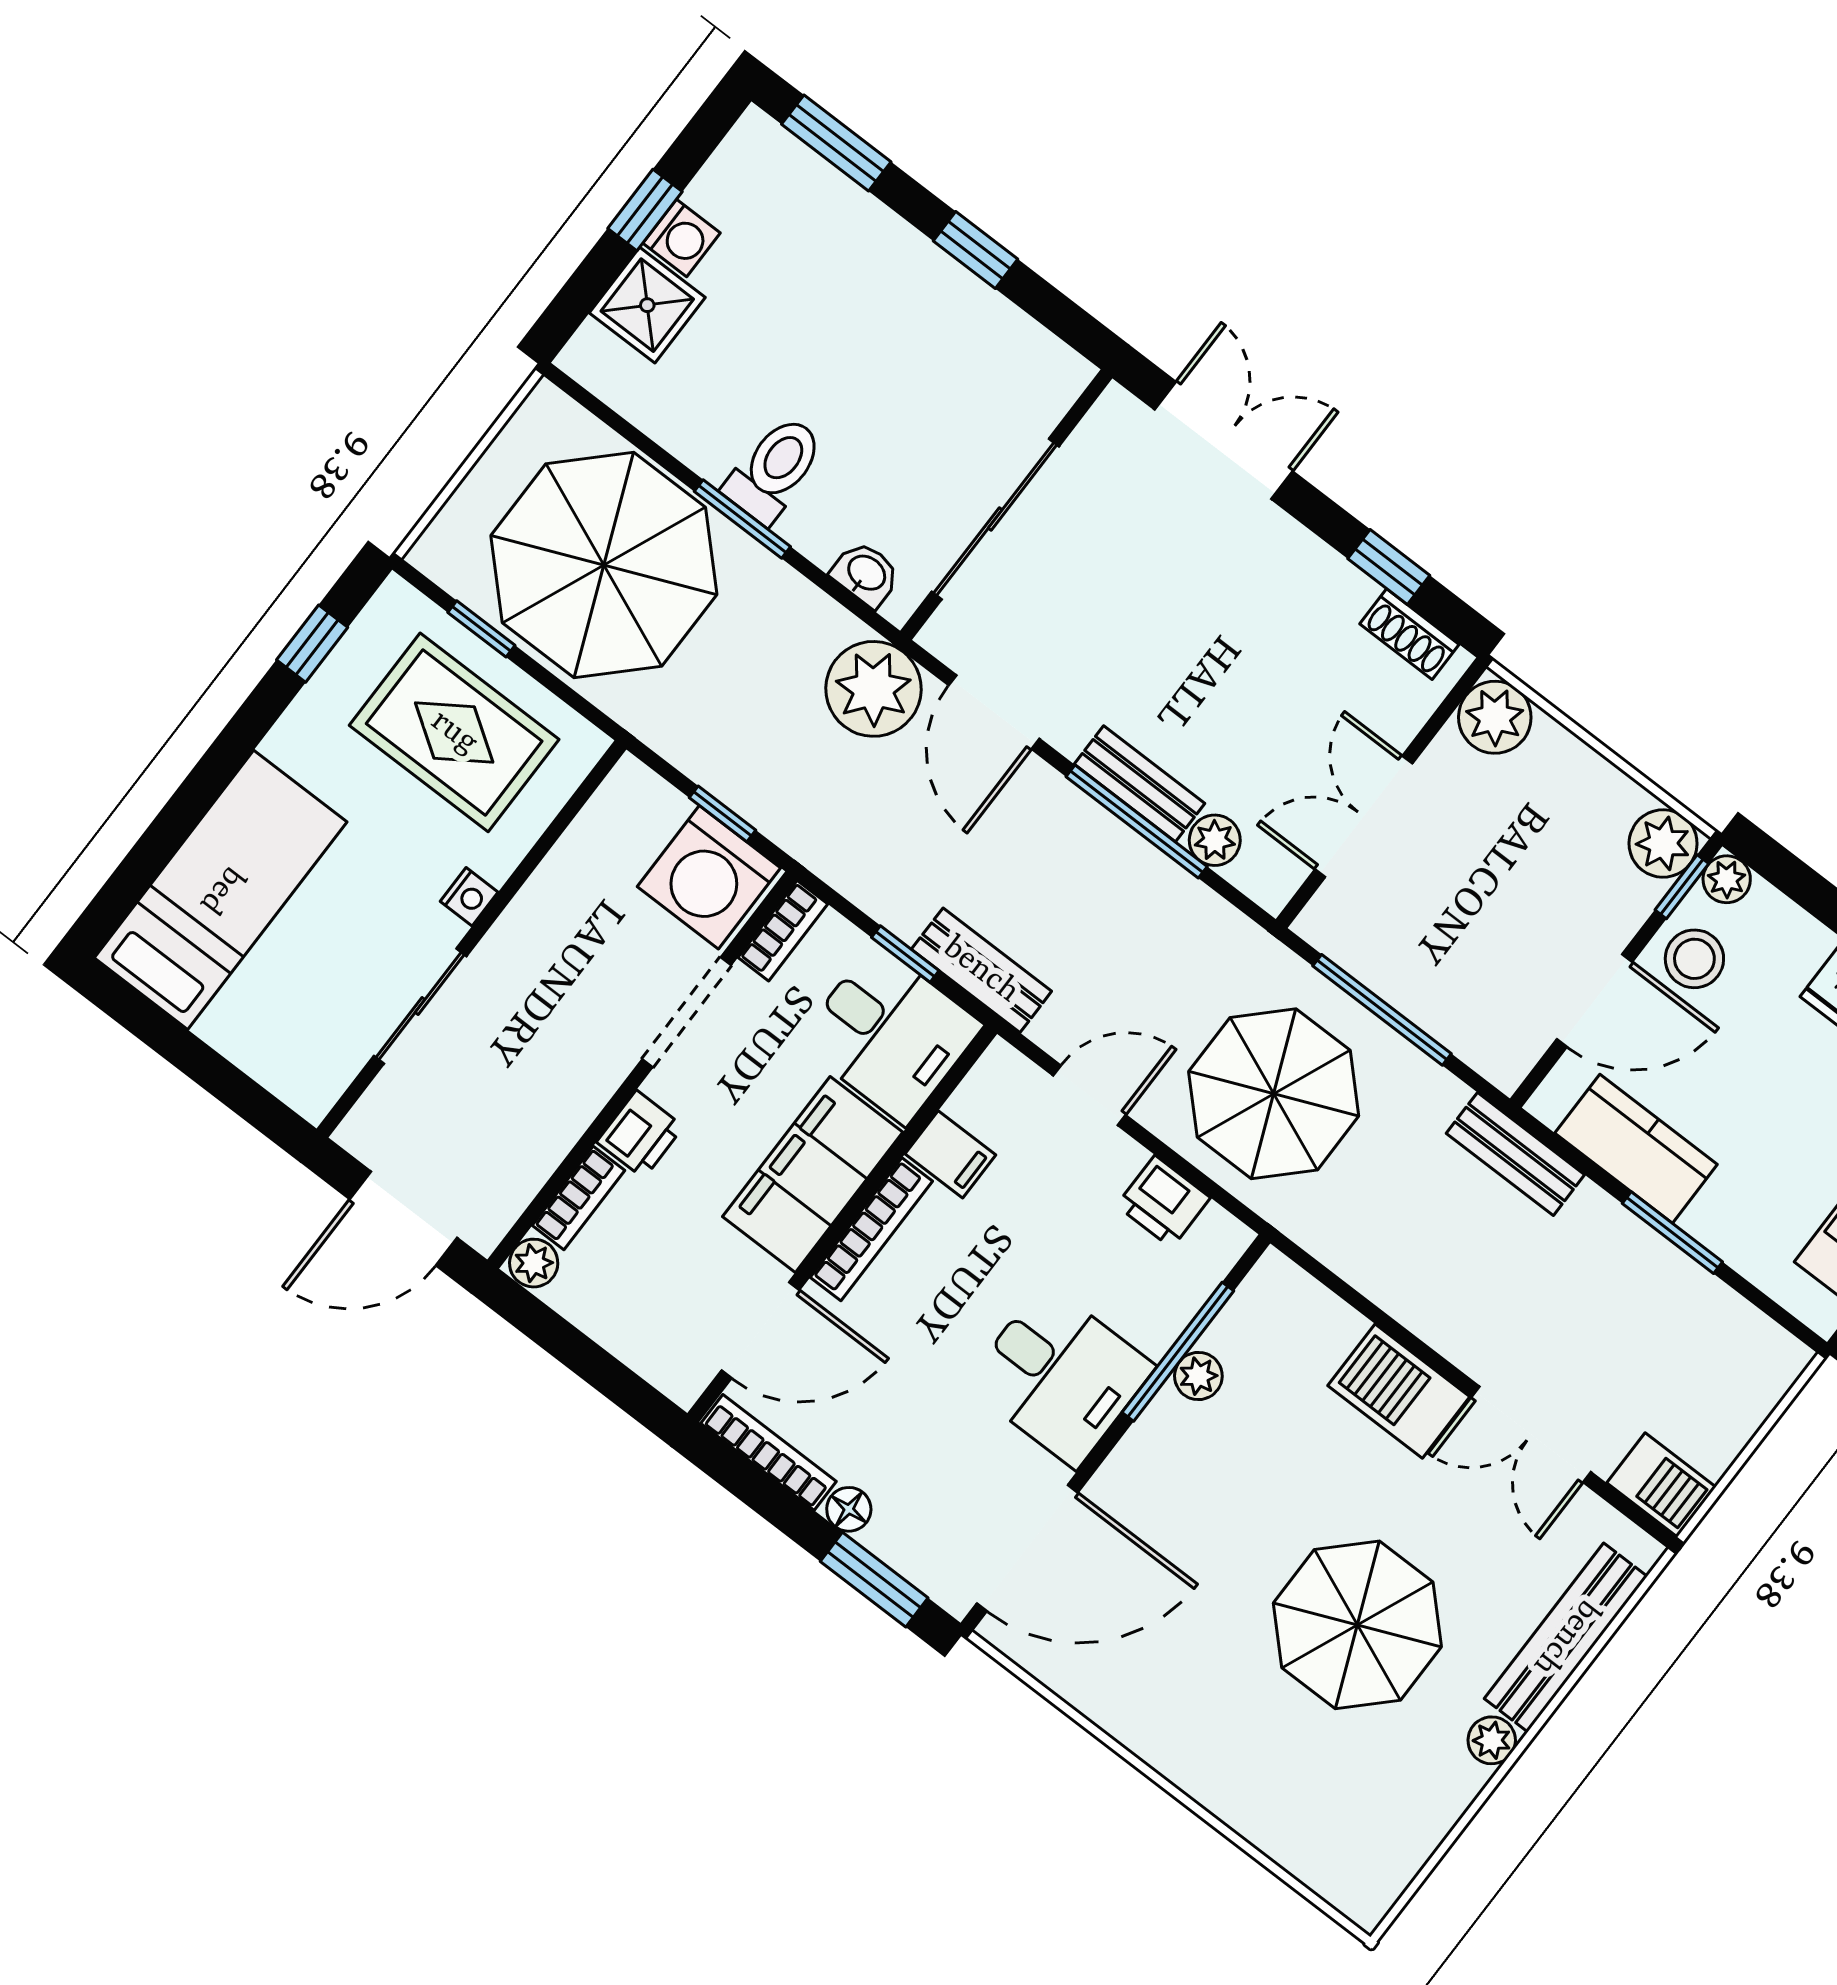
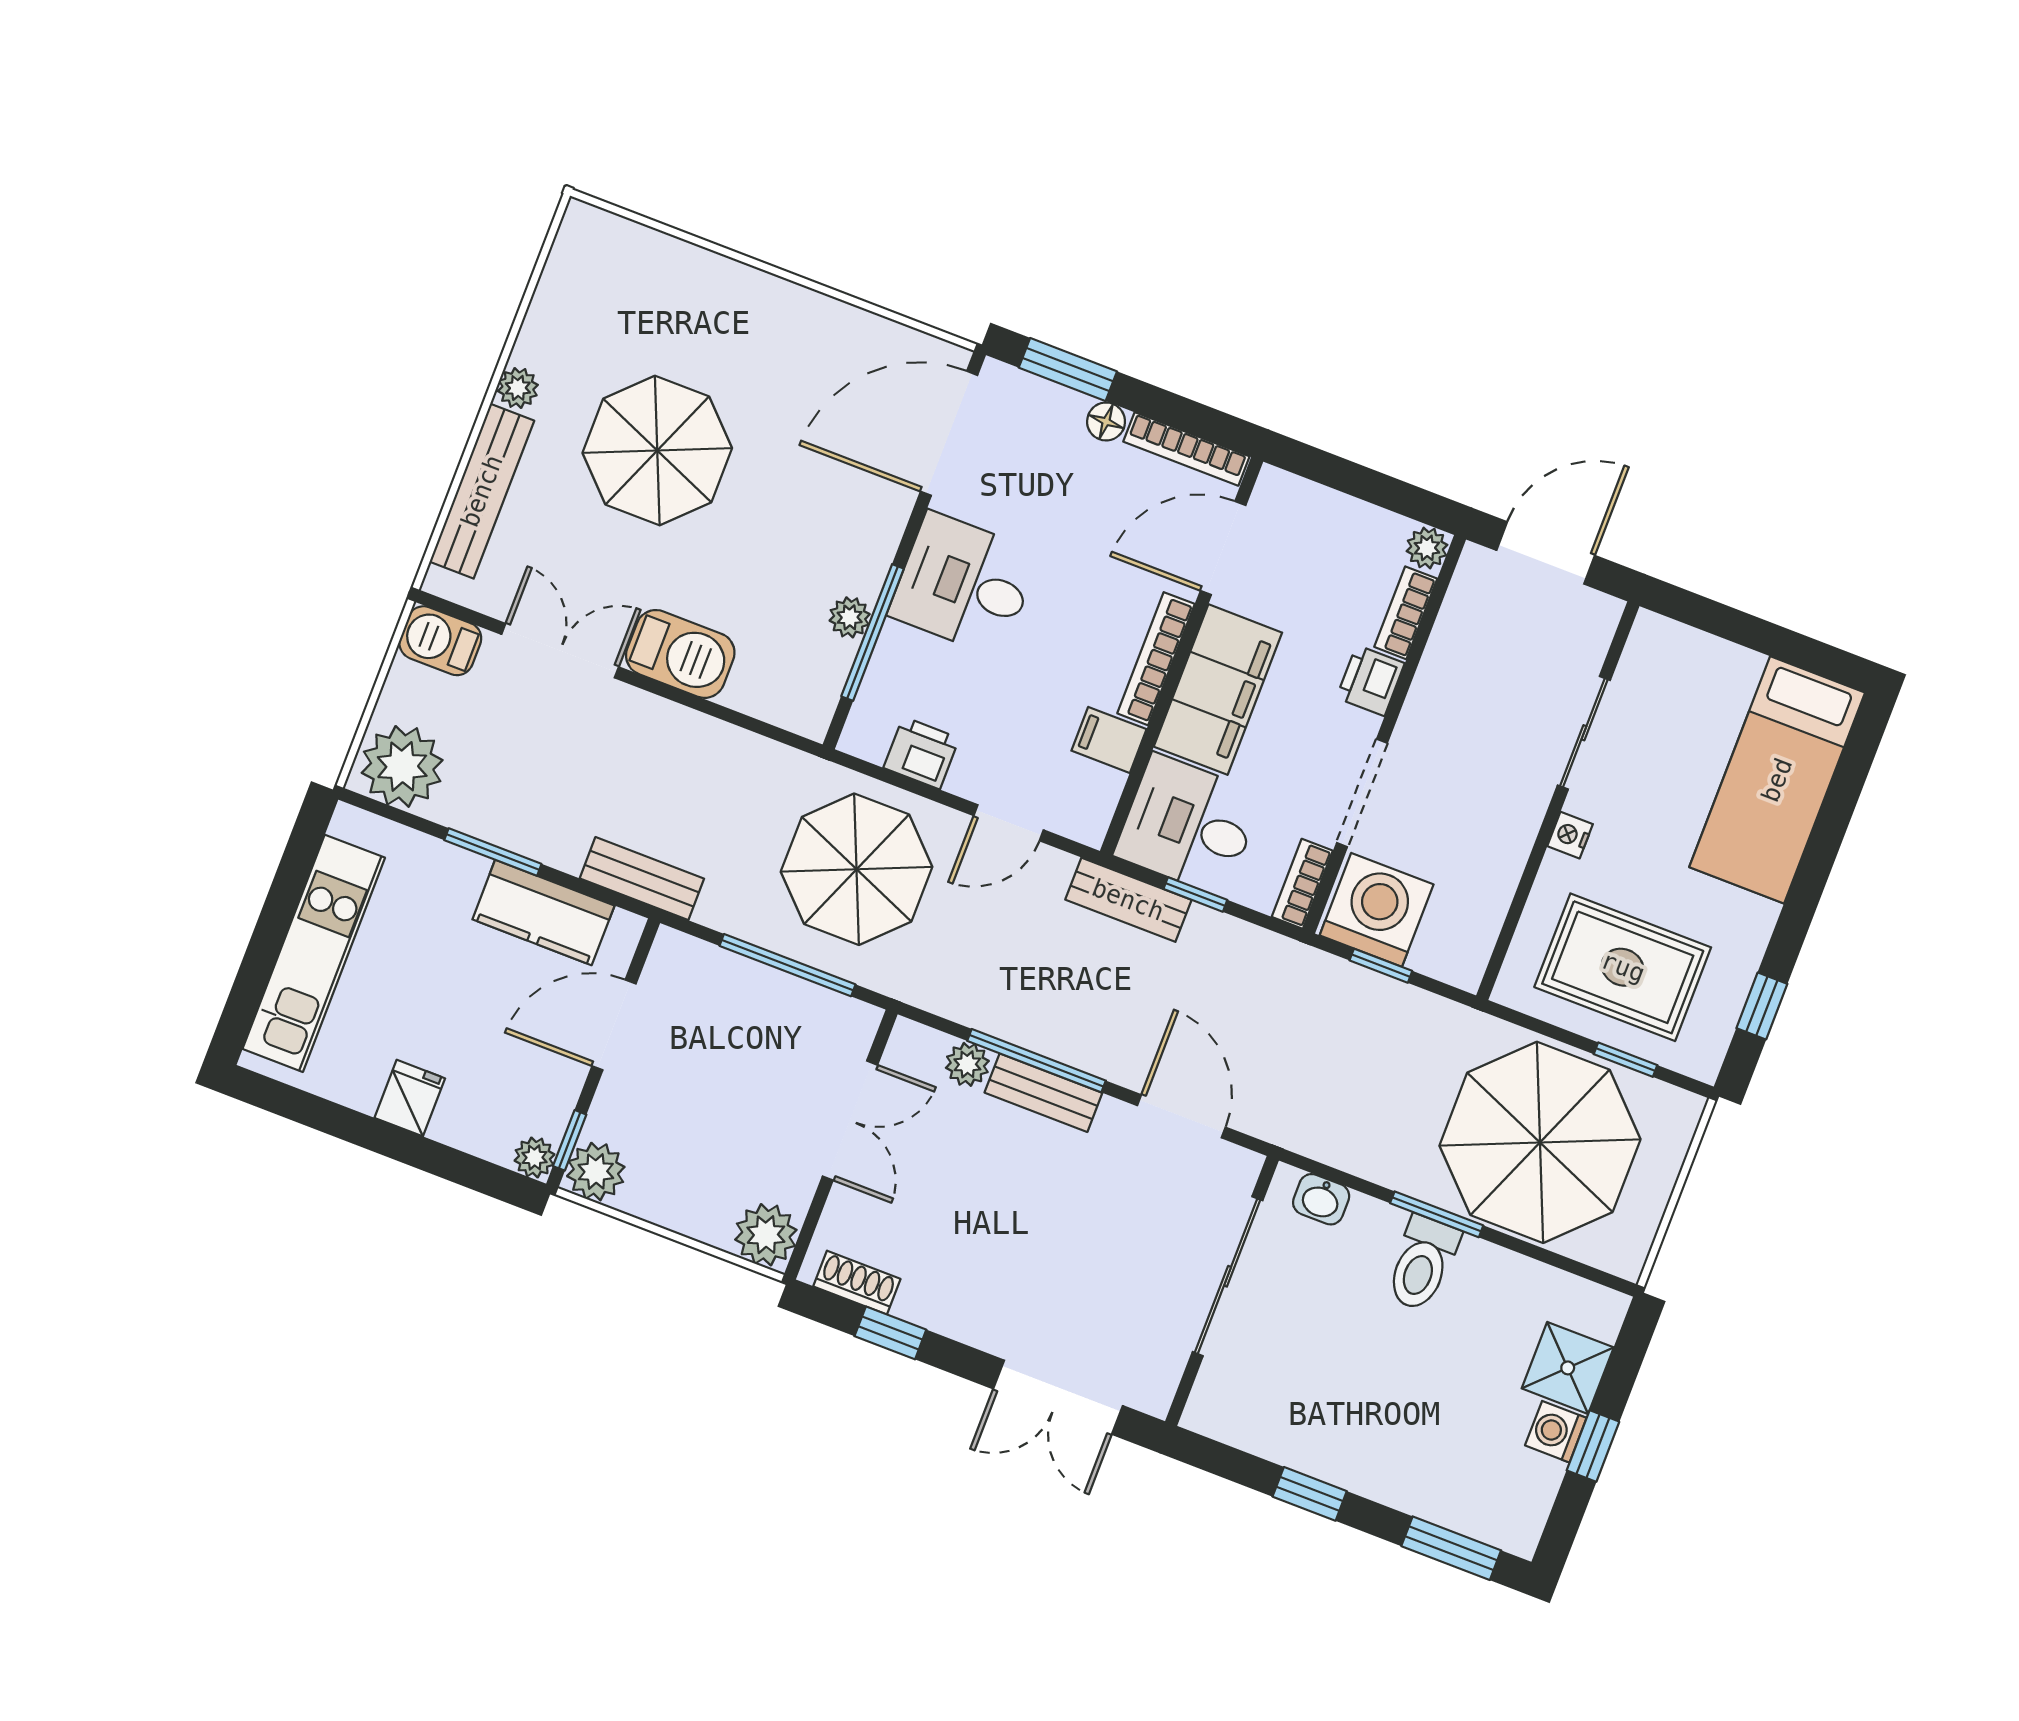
plant: (873, 689) -> (402, 766), moved
stool: (1694, 959) -> (542, 1084), removed

